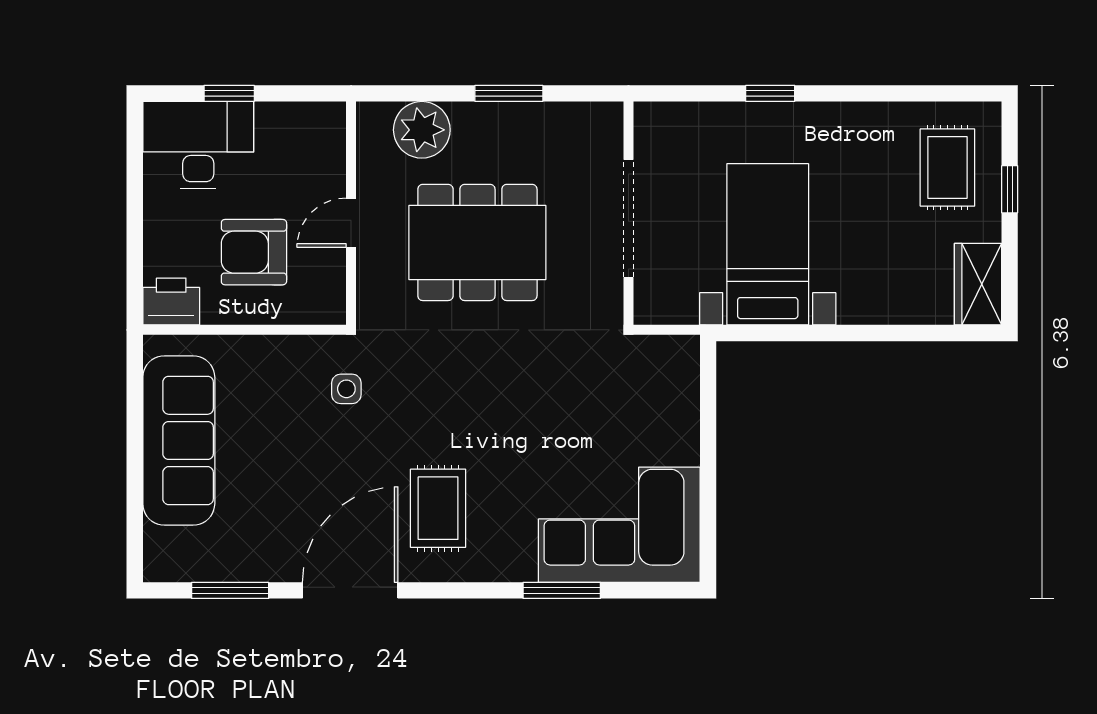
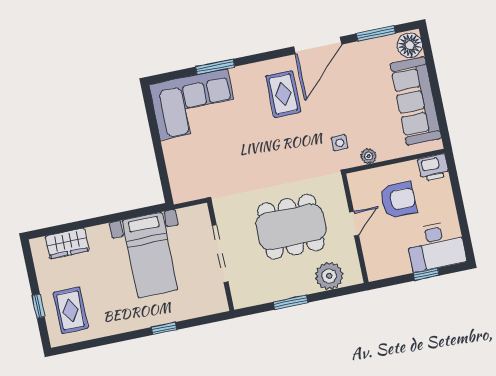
wardrobe: (978, 284) -> (67, 243), moved, turned 90
plant: (295, 350) -> (369, 156), added
floor lamp: (168, 553) -> (410, 45), added

